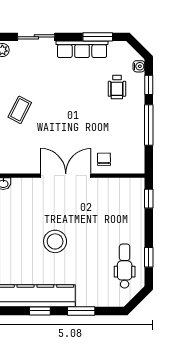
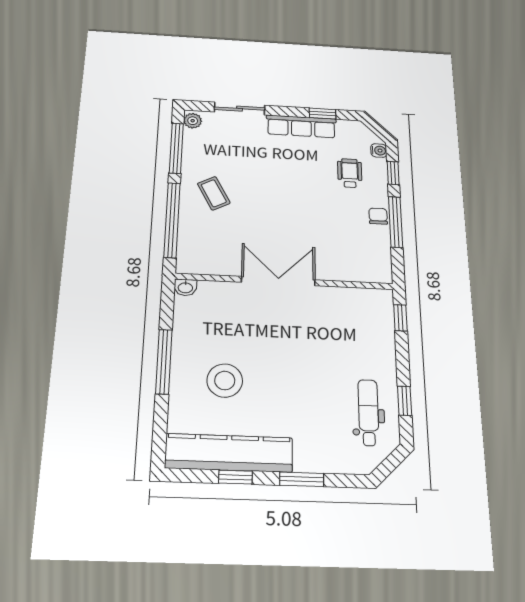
window: (98, 37) -> (322, 114), width x0.67
wheelchair: (117, 87) -> (350, 173), turned 180
coffee table: (20, 110) -> (214, 193), turned -55
chair: (104, 159) -> (378, 216), moved
stool: (55, 241) -> (225, 381), moved

